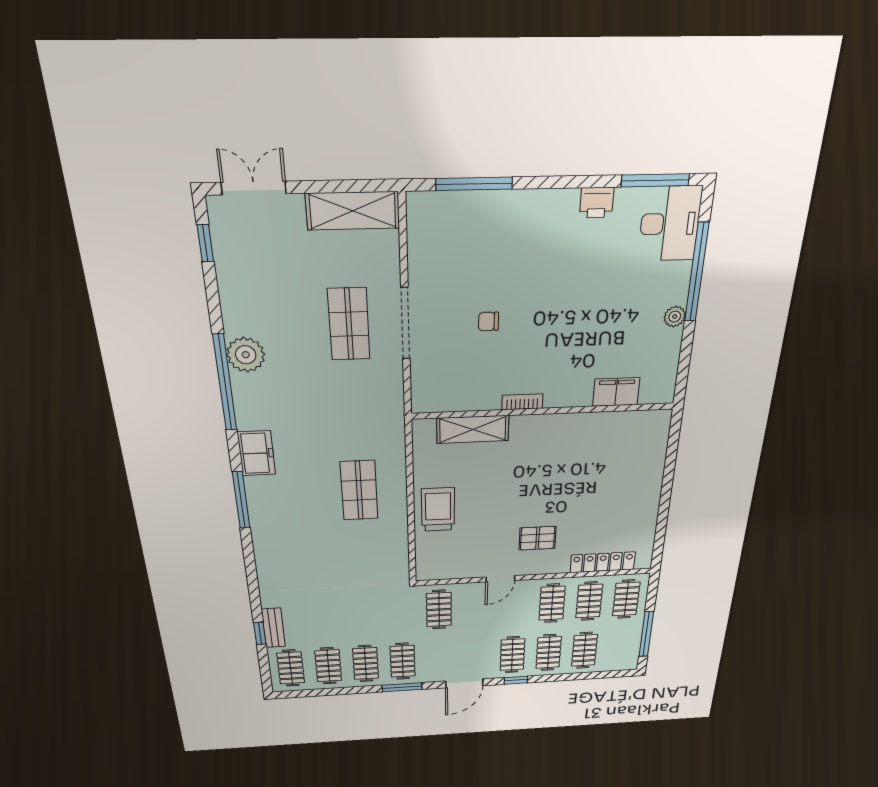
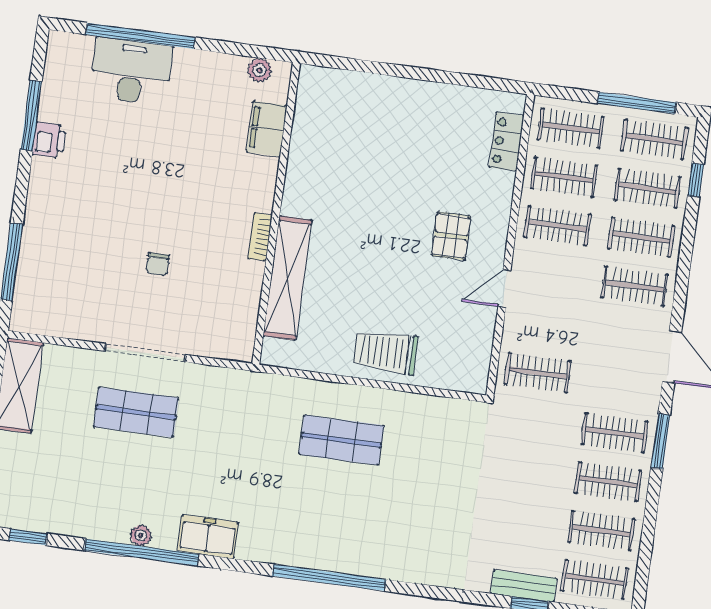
window: (655, 180) -> (31, 116), moved
desk: (670, 224) -> (131, 71), moved
plant: (675, 317) -> (259, 70), moved
plant: (246, 355) -> (141, 535), width x0.53, depth x0.53
window: (225, 383) -> (141, 552), moved
shelving: (473, 429) -> (288, 278), width x1.47
freezer: (256, 453) -> (208, 537), moved
window: (241, 500) -> (329, 578), width x1.46
locker: (603, 562) -> (506, 142), width x0.66
door: (500, 579) -> (504, 289), swing flipped
clothes rail: (620, 648) -> (654, 139), added
window: (516, 680) -> (696, 180), moved

